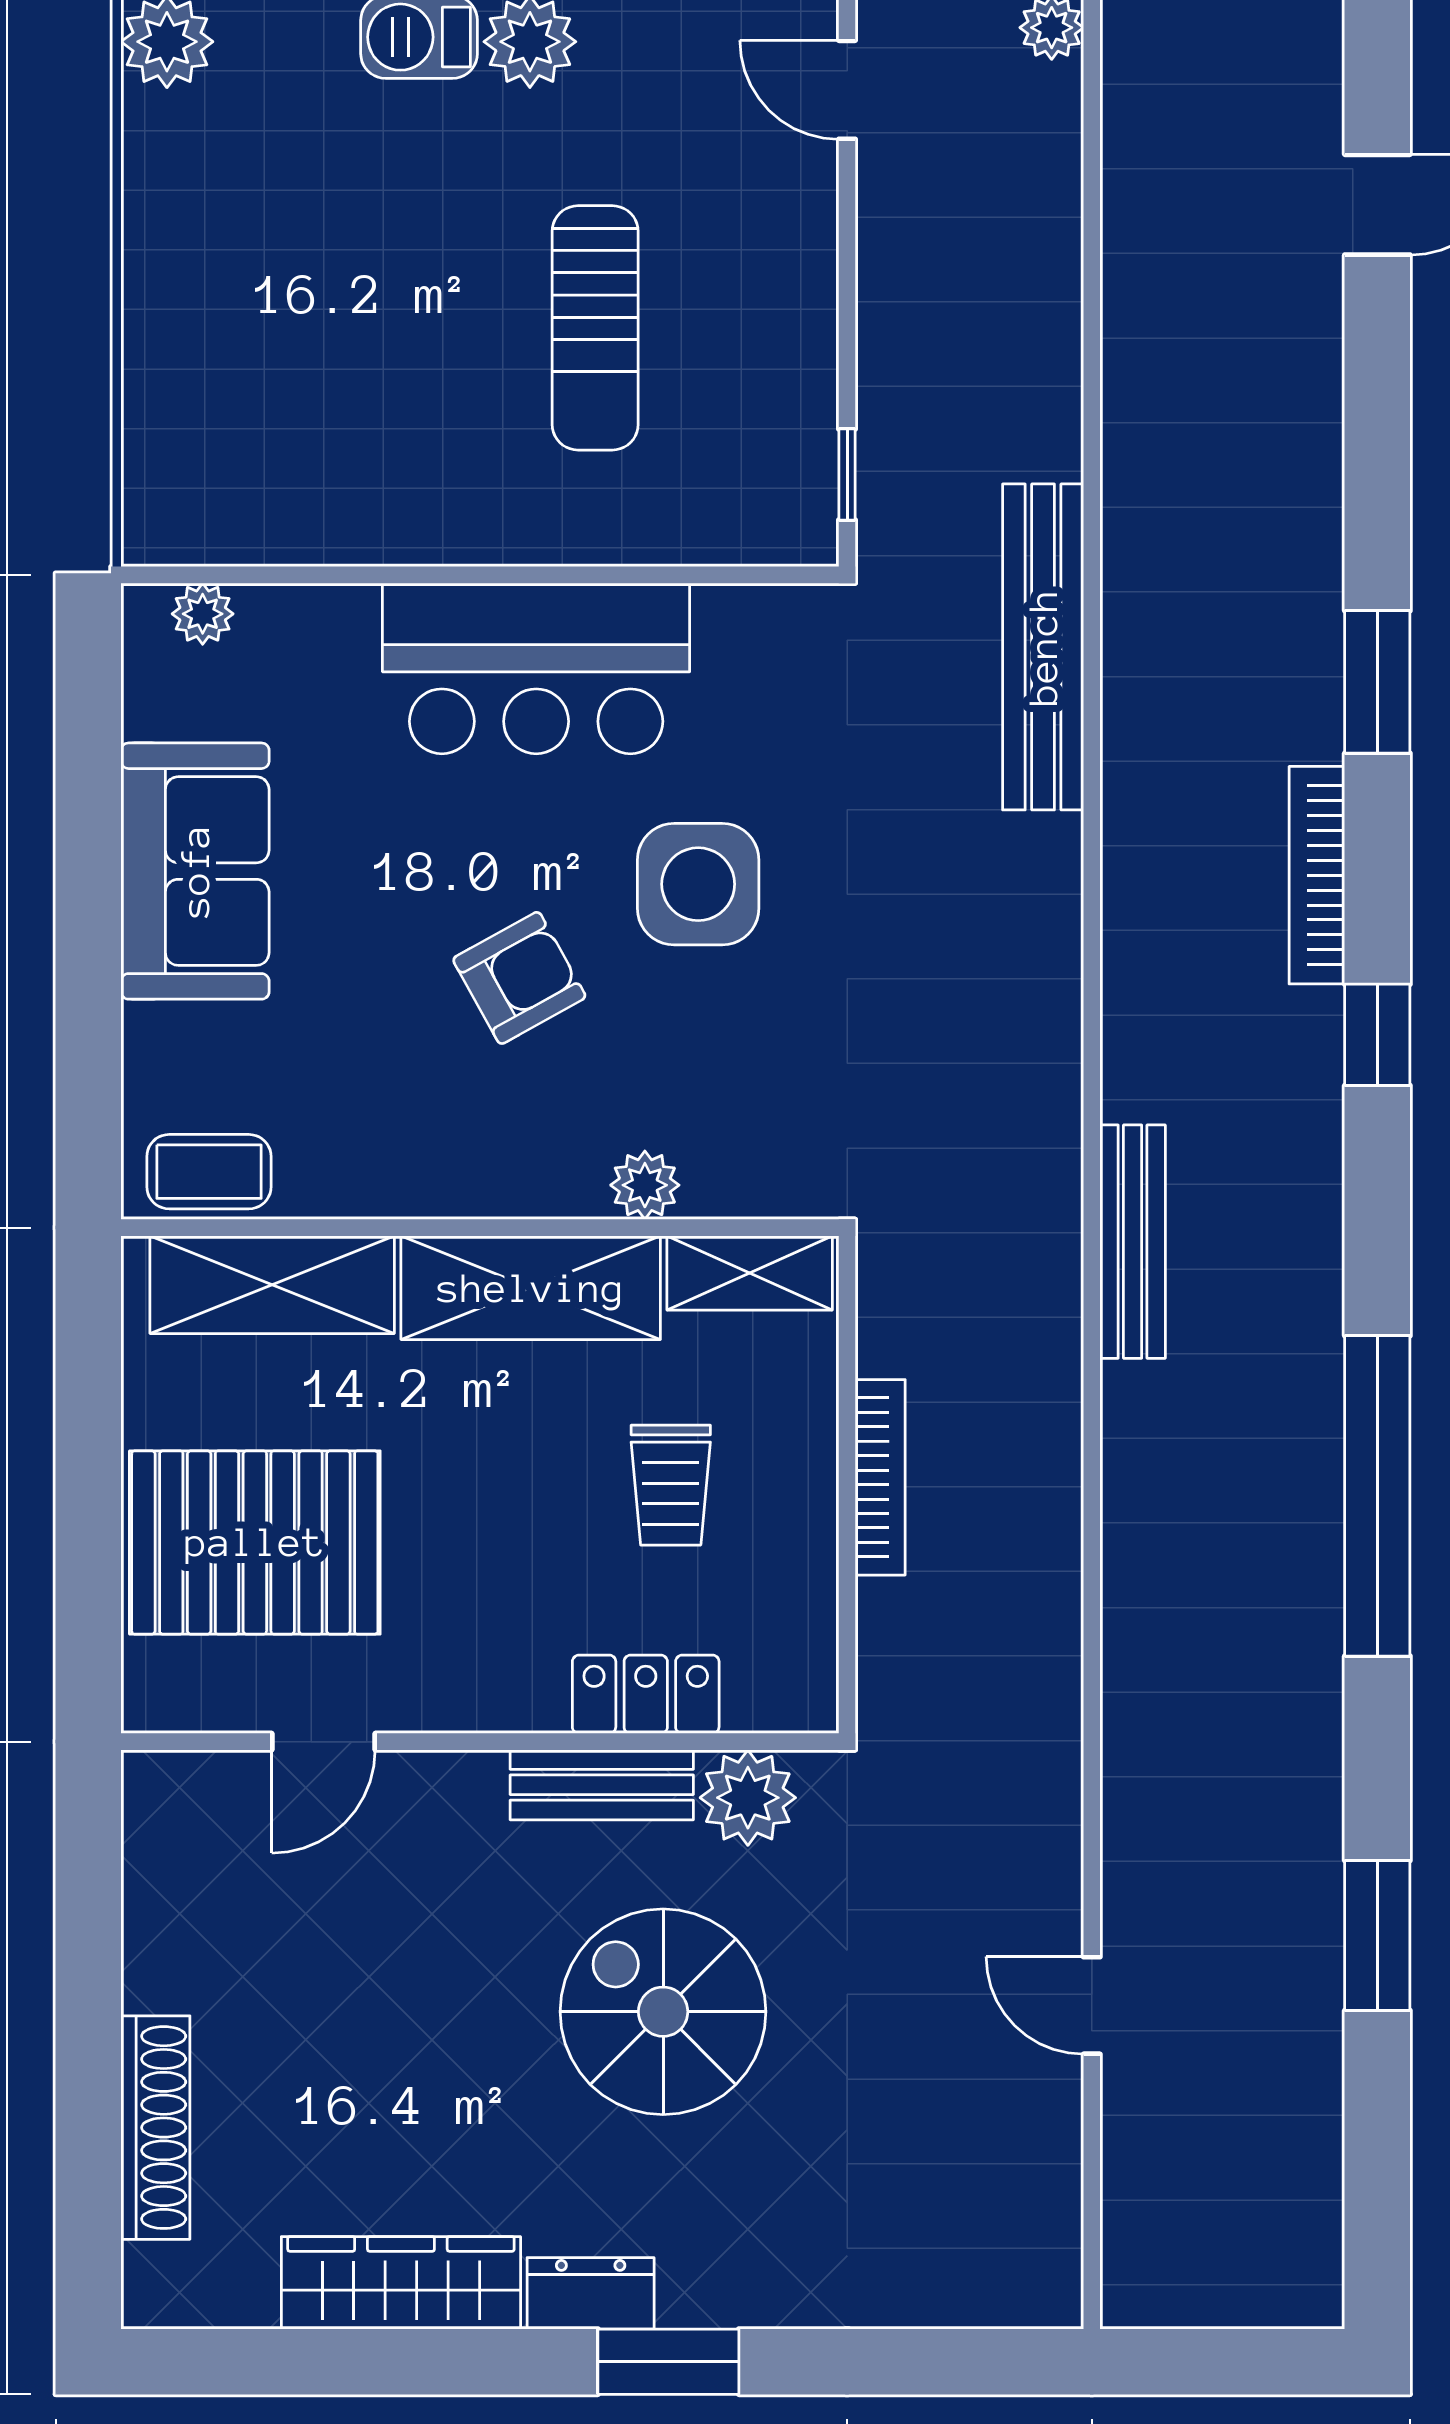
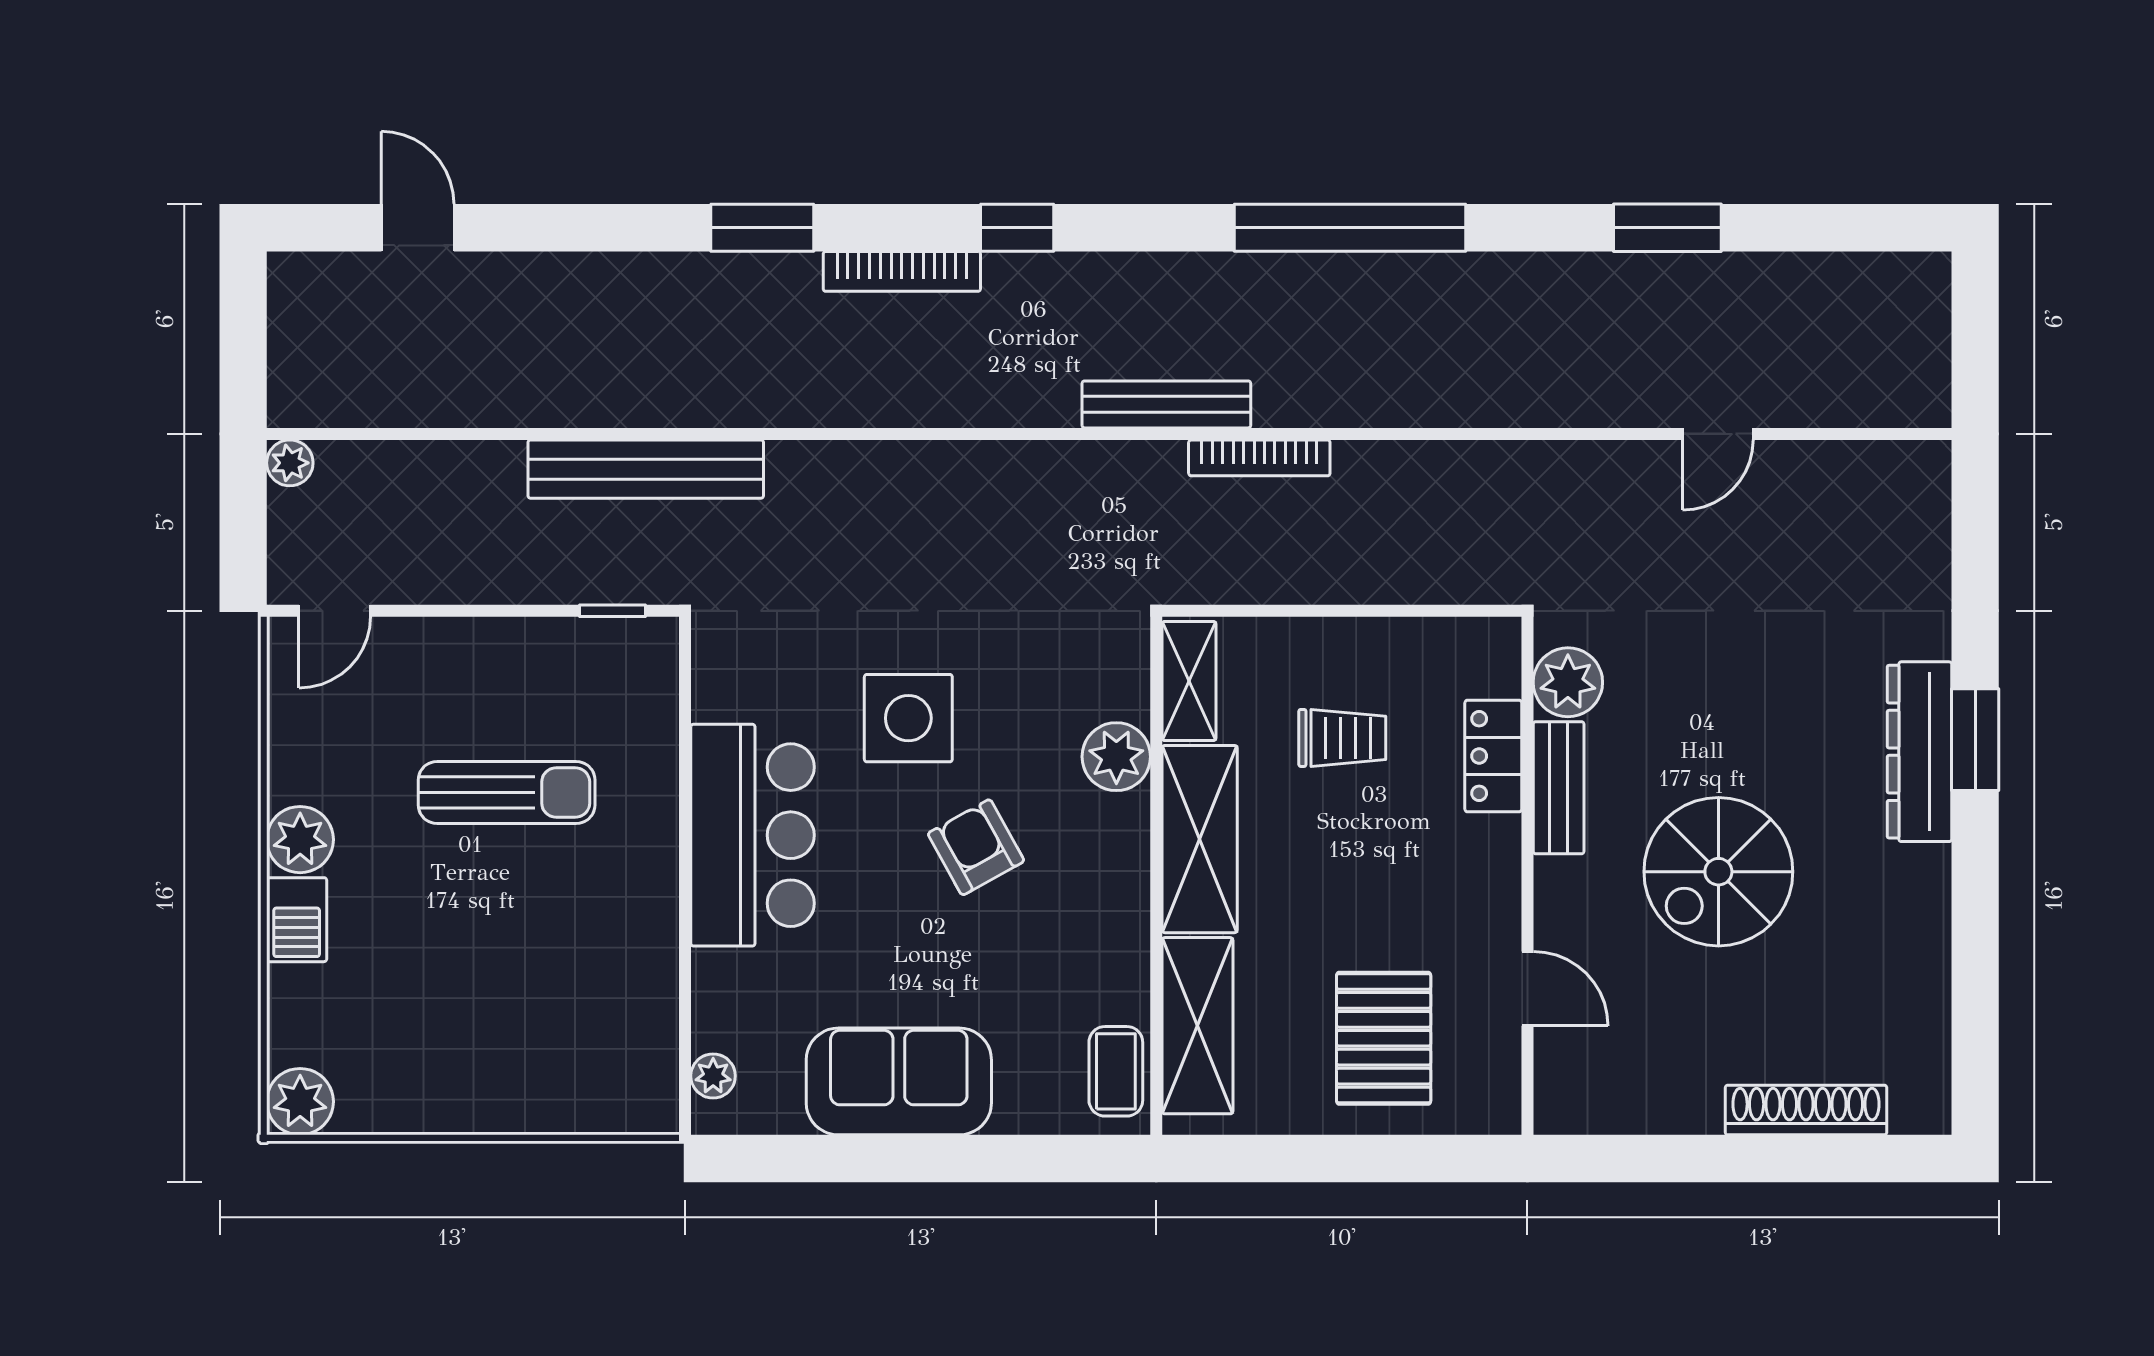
bench: (1043, 647) -> (646, 469), moved
plant: (645, 1185) -> (1116, 757), width x1.38, depth x1.38
bookcase: (880, 1477) -> (1259, 458), moved, turned 180
pallet: (255, 1542) -> (1384, 1038), width x0.73, depth x0.71
spiral stairs: (663, 2012) -> (1718, 872), moved
wardrobe: (401, 2283) -> (1918, 933), removed
dresser: (591, 2293) -> (1919, 752), width x1.96, depth x1.24

